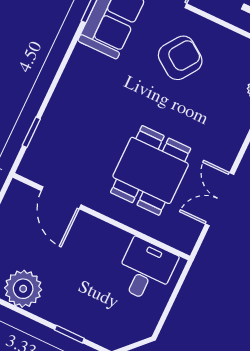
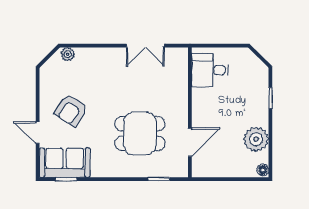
armchair: (180, 58) -> (71, 110), turned -92
dining table: (151, 170) -> (140, 133), moved

